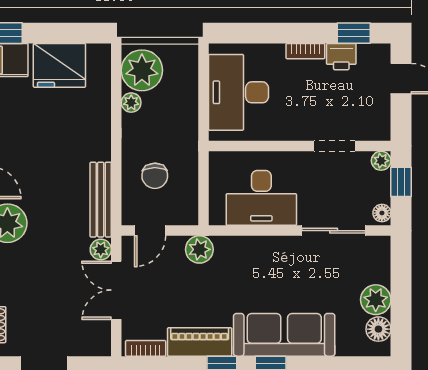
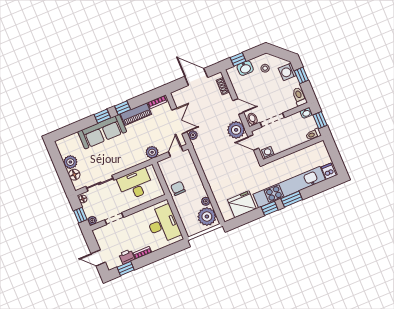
chair: (155, 176) -> (178, 188), moved
bench: (101, 200) -> (202, 156), removed
floor lamp: (378, 329) -> (74, 175), moved

